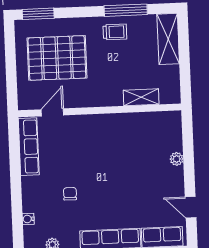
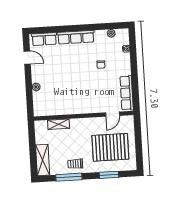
window: (38, 14) -> (109, 175), moved

